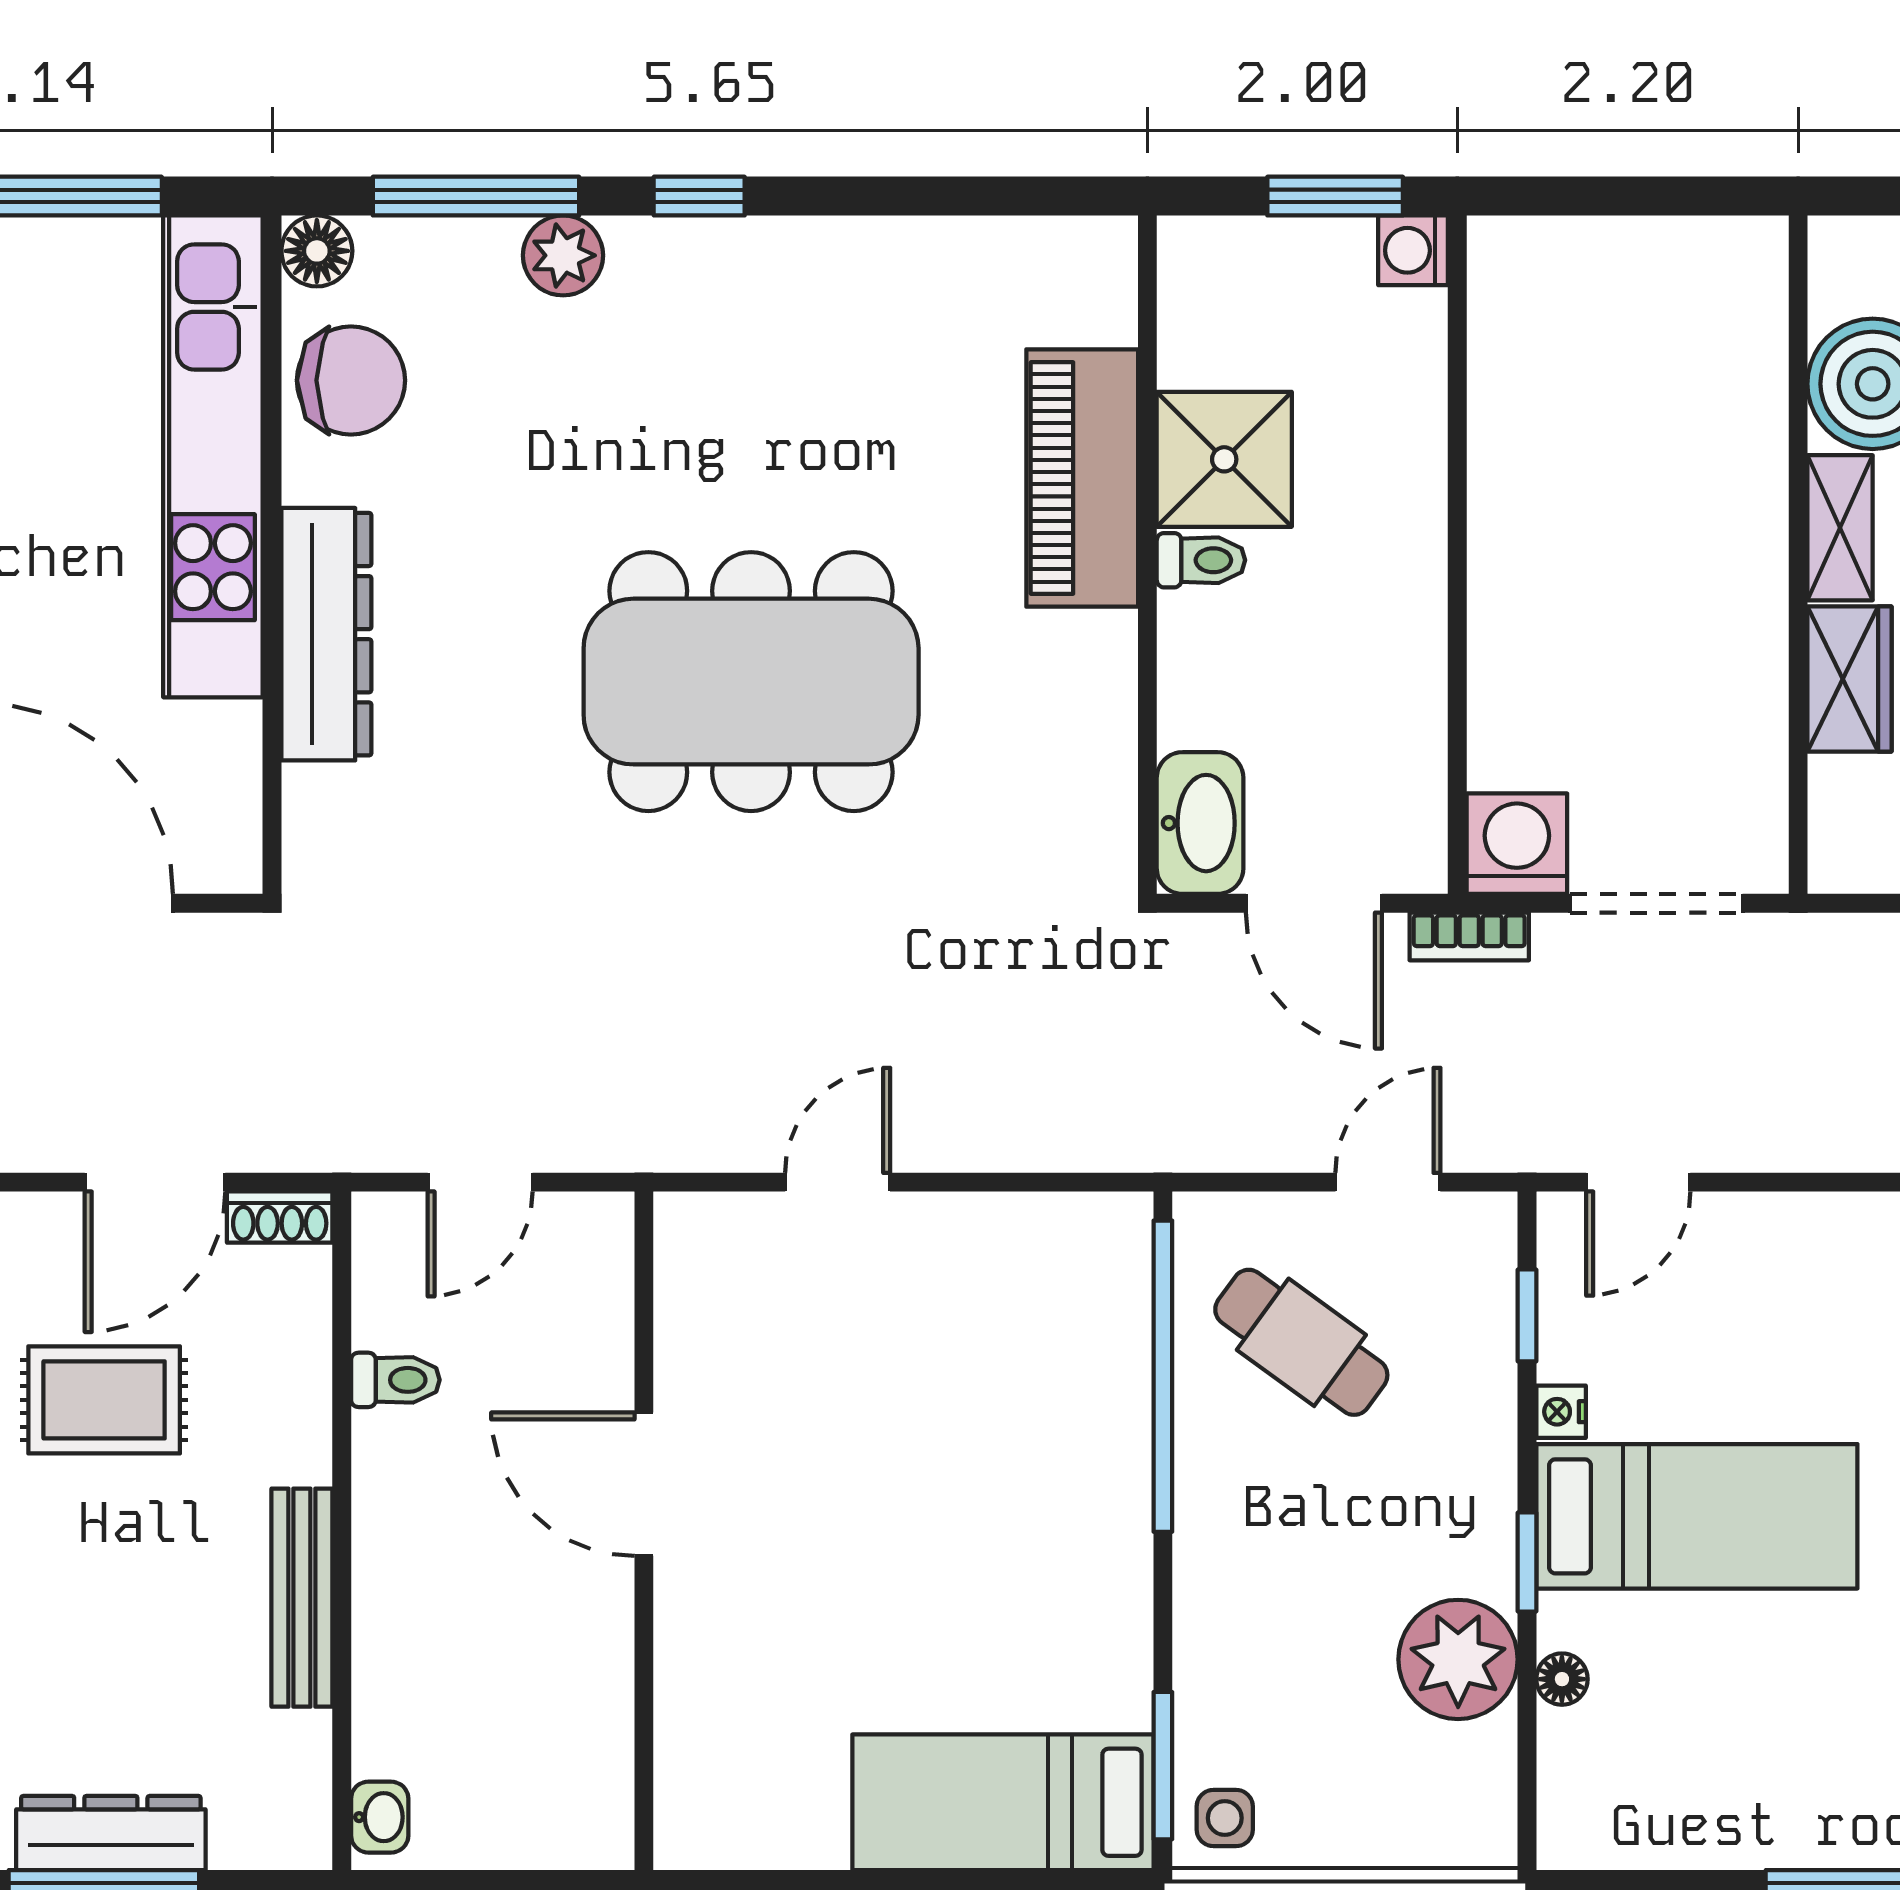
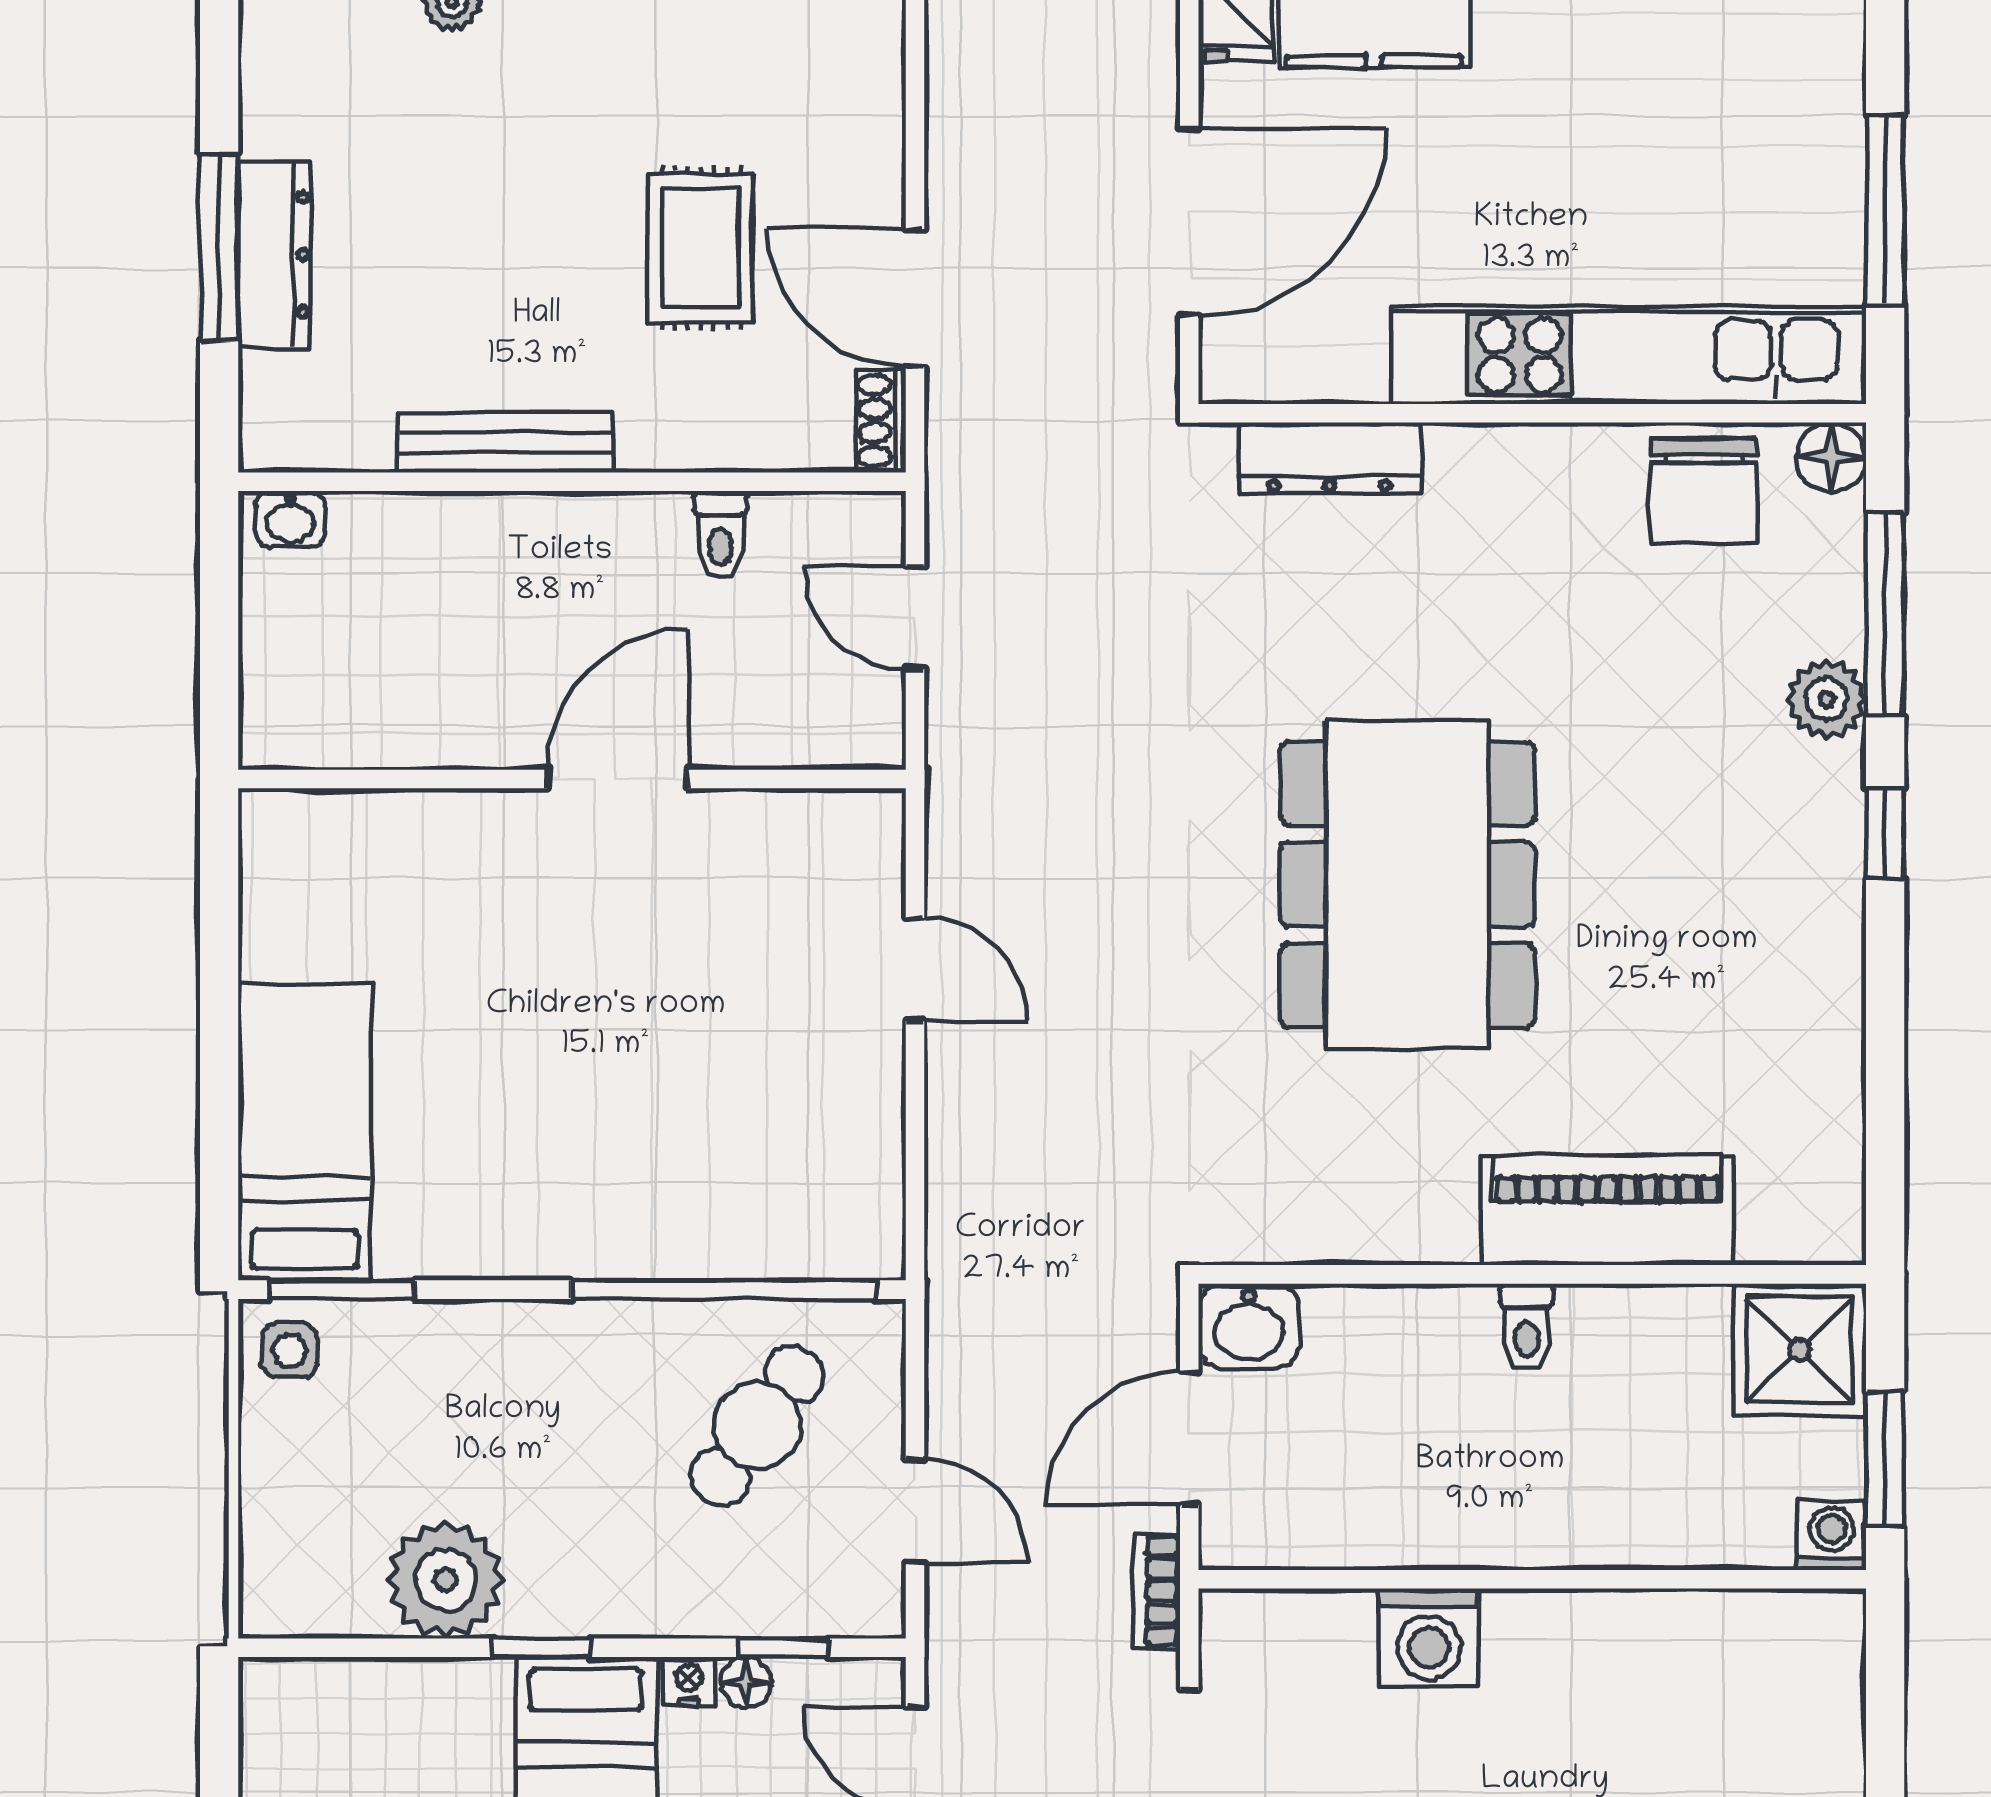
shower: (1224, 459) -> (1800, 1350), moved
dresser: (326, 634) -> (1329, 458), moved, width x0.73, depth x0.80
washbasin: (1200, 823) -> (1249, 1326), width x0.72
washing machine: (1517, 844) -> (1429, 1638), moved, turned 90
floor lamp: (1562, 1679) -> (746, 1682), moved

